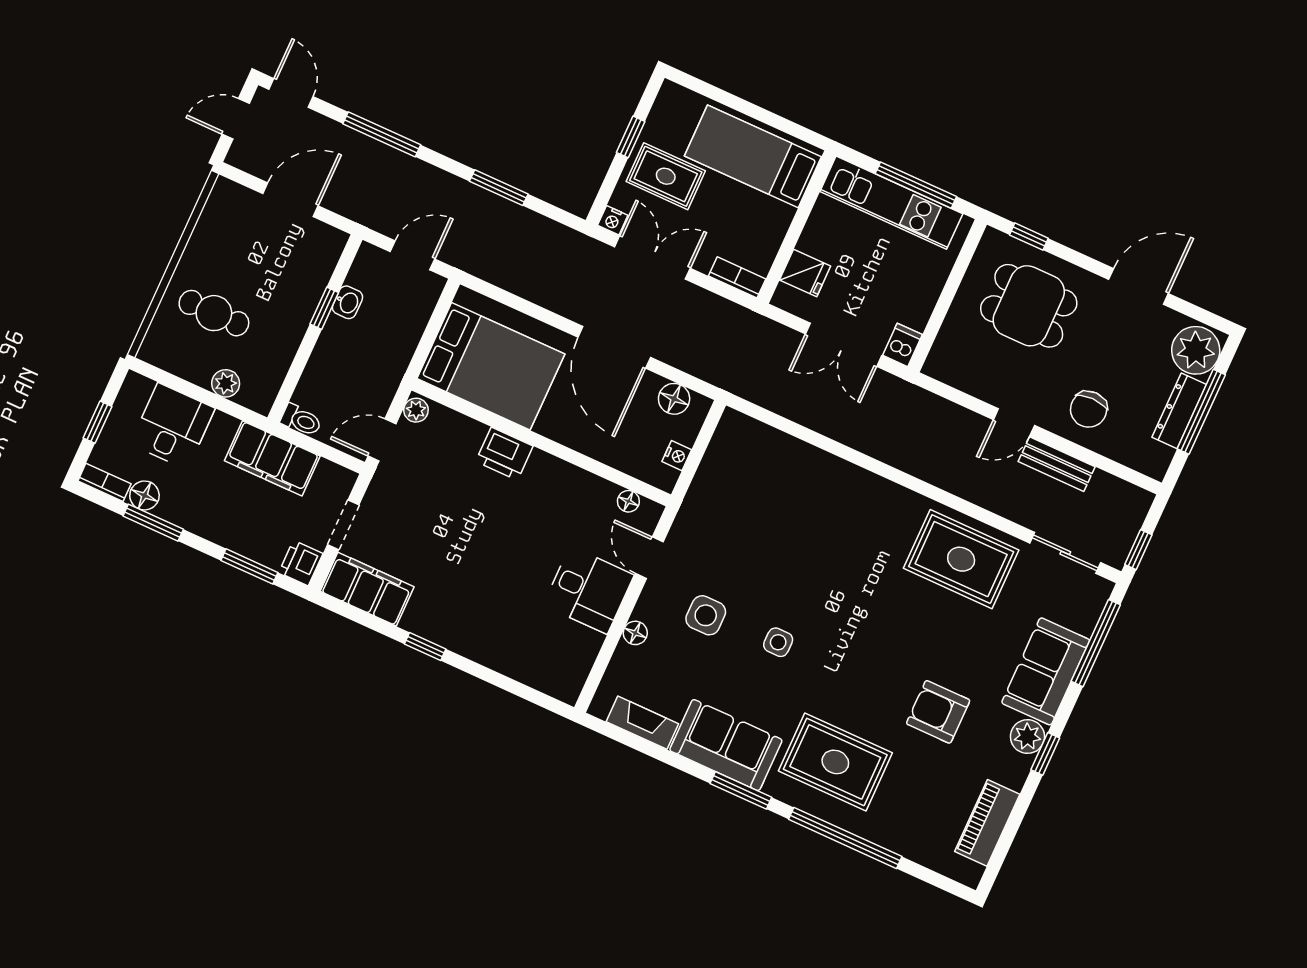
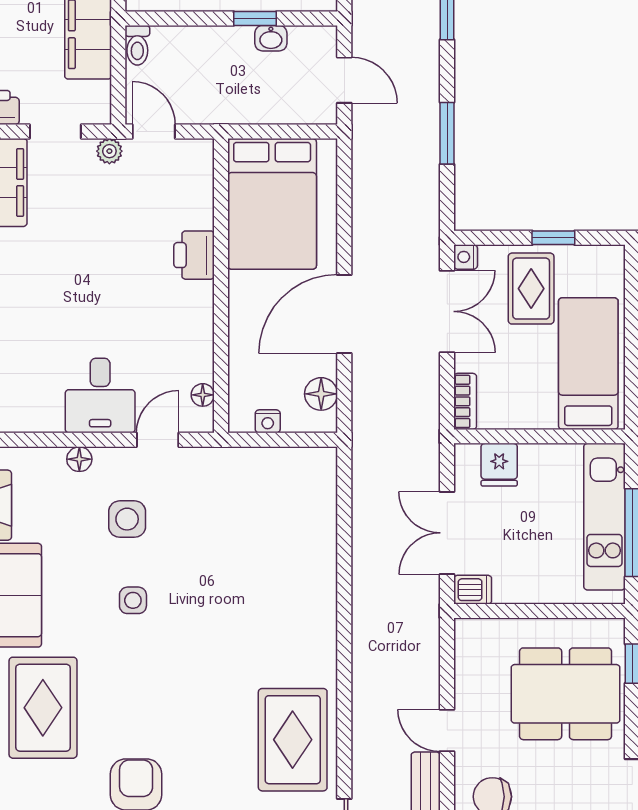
dining table: (1029, 306) -> (566, 694), width x1.38
plant: (416, 410) -> (109, 151), moved

